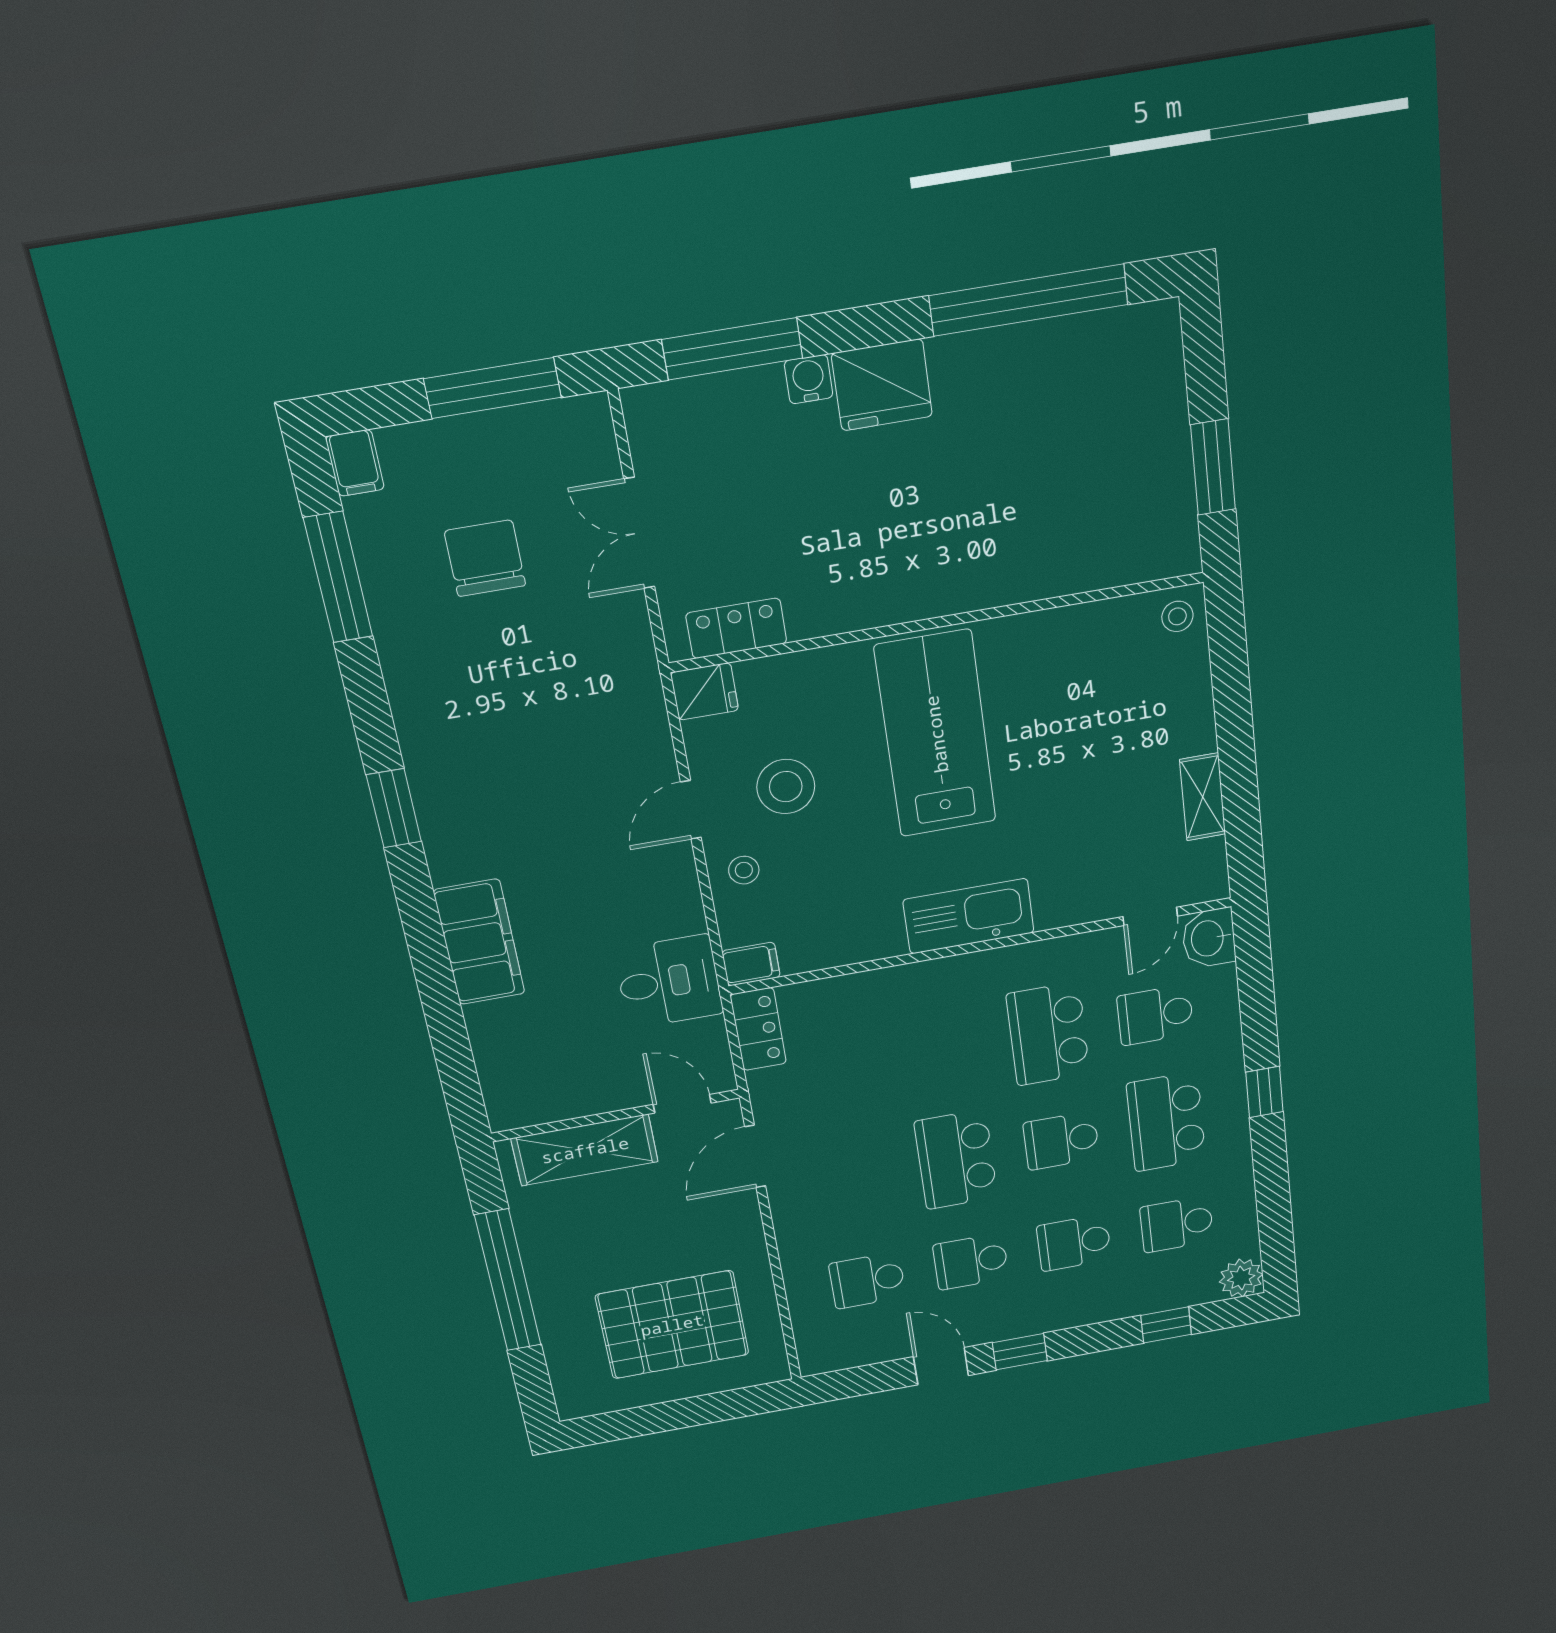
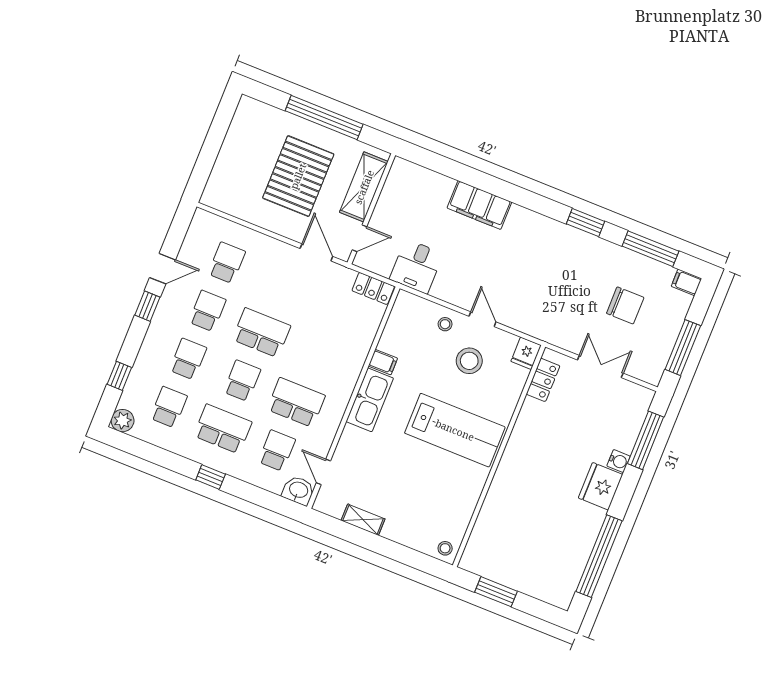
window: (394, 808) -> (585, 223), moved
filing cabinet: (751, 964) -> (383, 362), moved, turned -90
pallet: (672, 1325) -> (298, 176), moved

